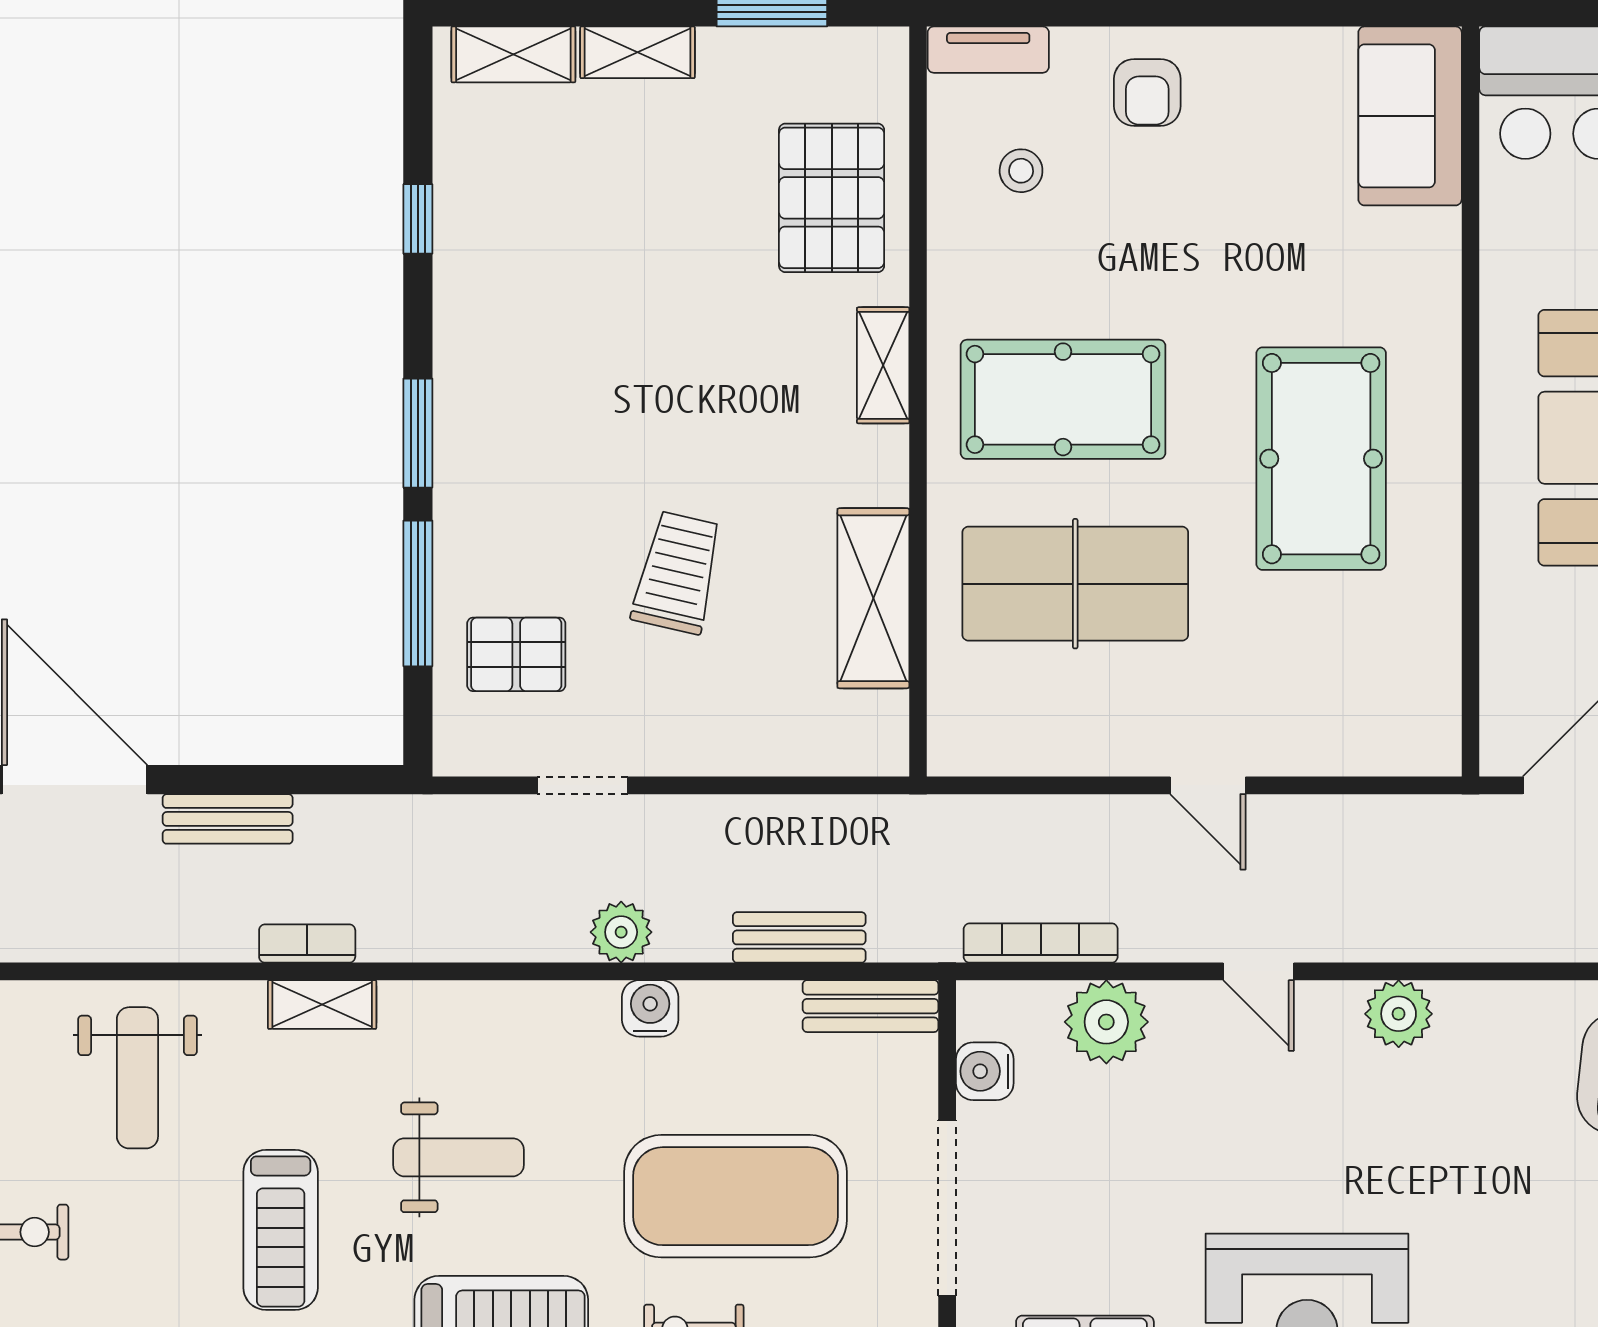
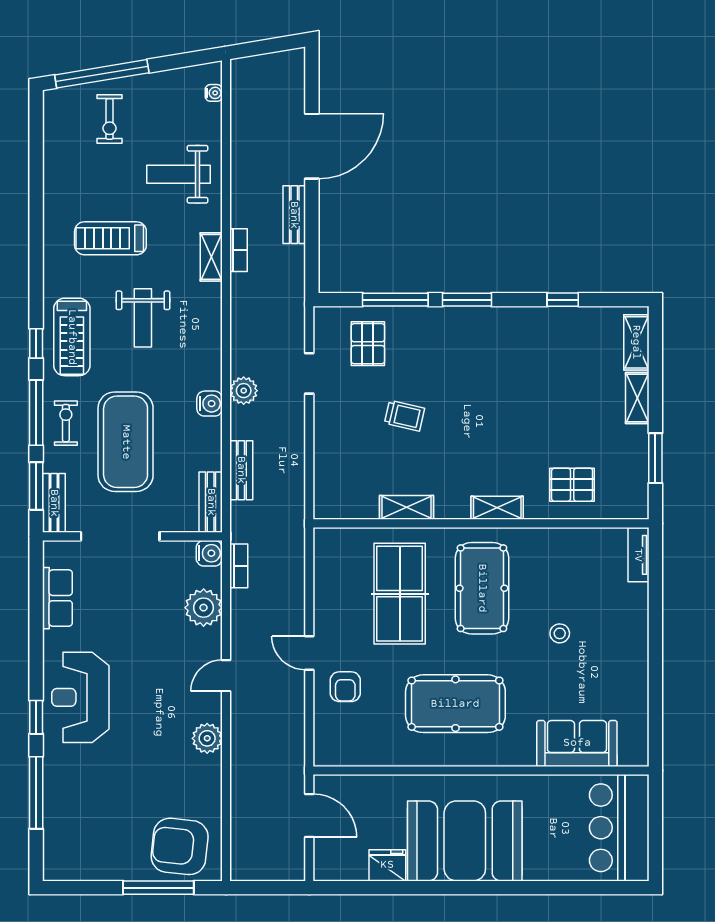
armchair: (1147, 92) -> (345, 687), moved, turned -90
sofa: (1410, 116) -> (577, 743), moved
stool: (1021, 171) -> (560, 633), moved
pallet: (832, 198) -> (572, 485), width x0.67, depth x0.71
trolley: (677, 573) -> (404, 416), width x0.73, depth x0.72
shelving: (873, 598) -> (406, 507), width x0.67, depth x0.75
door: (1208, 785) -> (309, 653), hinge flipped
bookcase: (1041, 943) -> (239, 566), width x0.64
water cooler: (985, 1071) -> (209, 553), moved, turned 90

